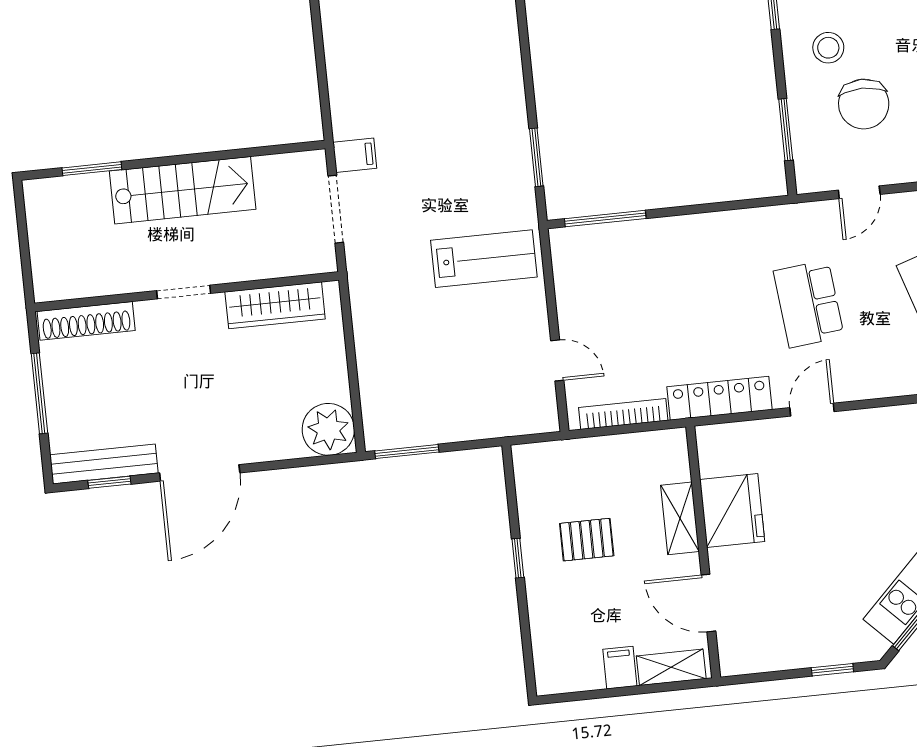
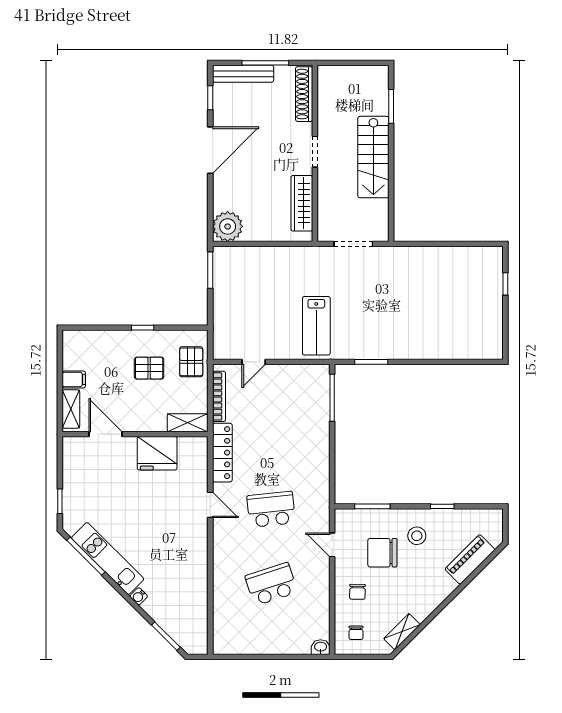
filing cabinet: (355, 155) -> (383, 258), removed
bench: (104, 464) -> (243, 74), moved, turned 90
pallet: (568, 468) -> (191, 362), added
door: (200, 473) -> (210, 150), swing flipped
shelving: (680, 518) -> (187, 423), moved
pallet: (587, 540) -> (149, 368), turned 90
door: (708, 603) -> (105, 434), hinge flipped

